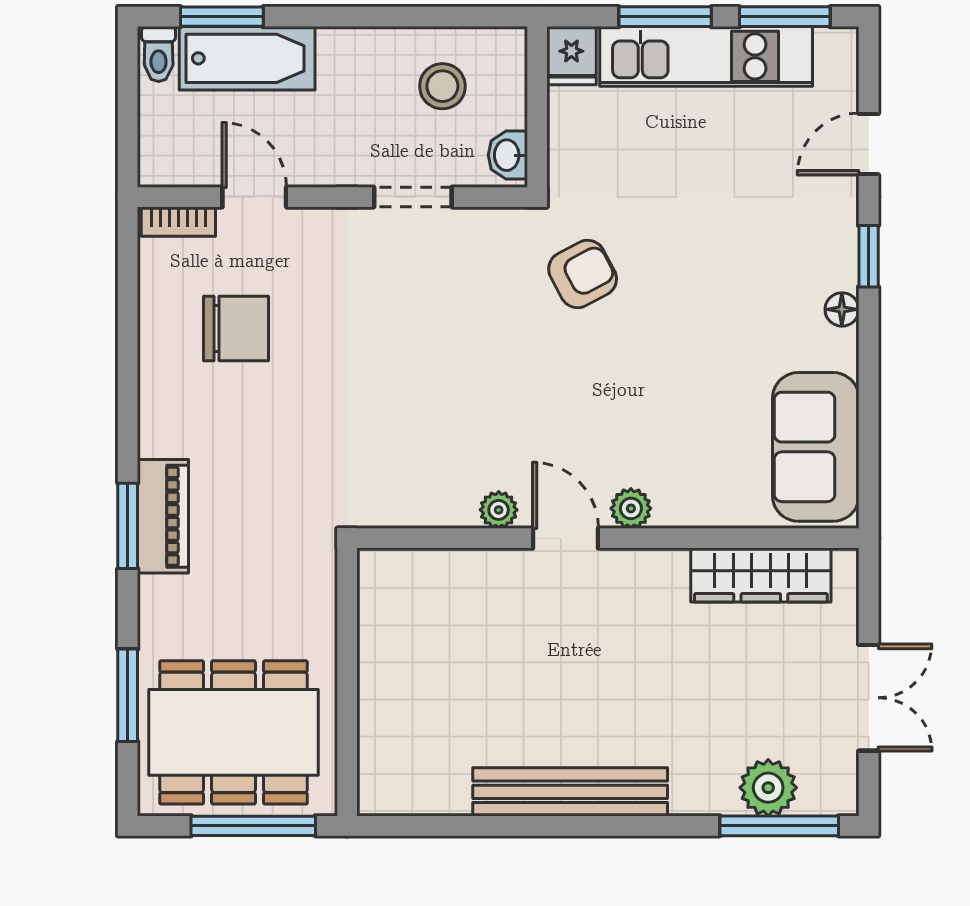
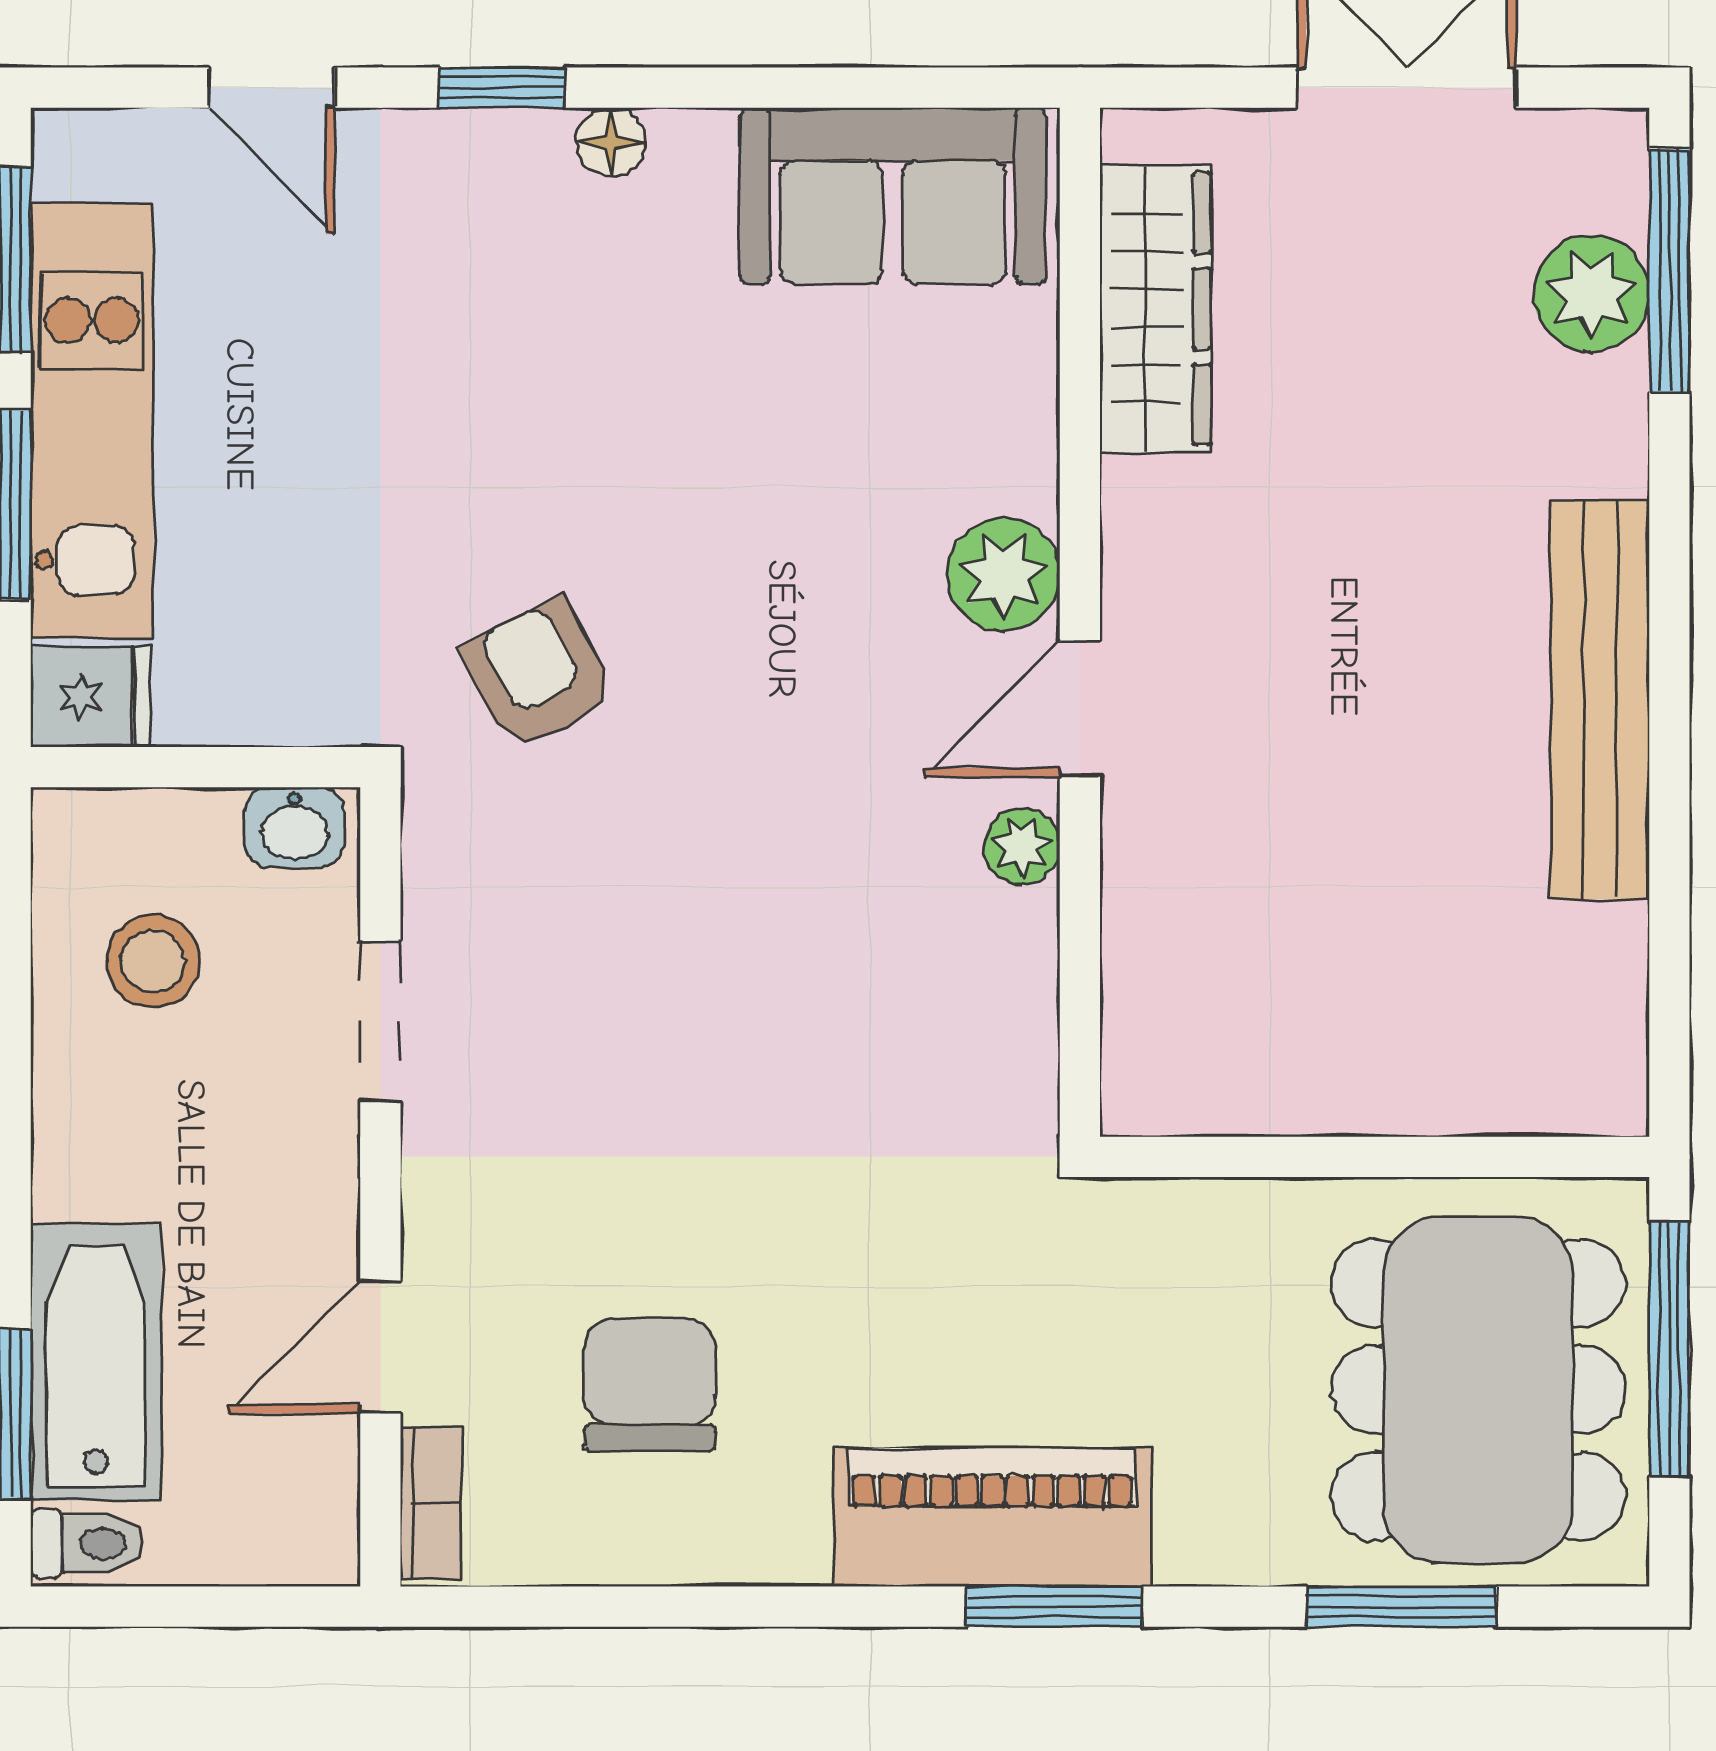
plant: (631, 508) -> (1003, 575), width x1.38, depth x1.38
piano: (163, 516) -> (992, 1517), width x1.37, depth x1.33

